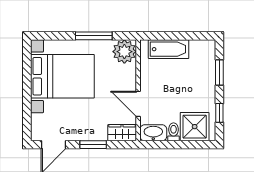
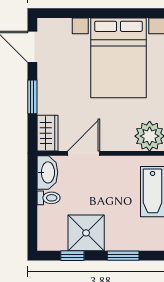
shower: (195, 127) -> (86, 233), moved

